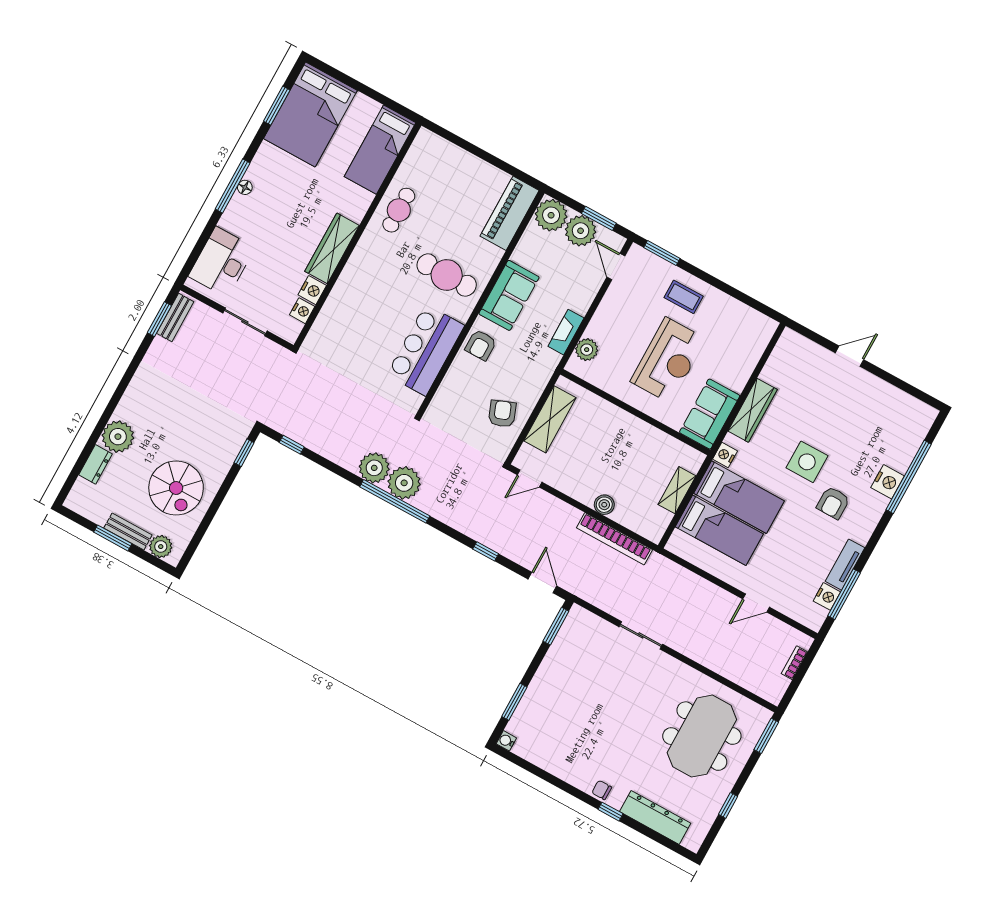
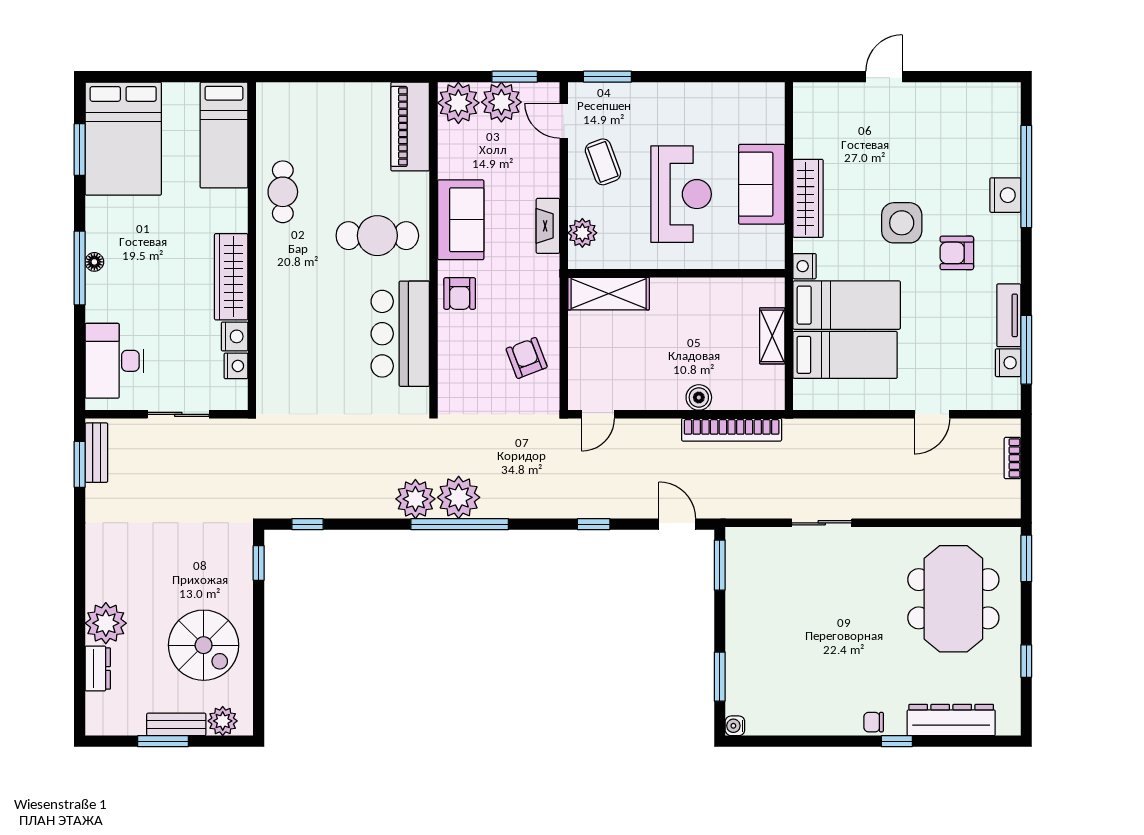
coffee table: (684, 297) -> (603, 162), moved, turned 70
sofa: (710, 414) -> (762, 184), moved
shelving: (550, 419) -> (609, 294), moved, turned 90
armchair: (833, 503) -> (957, 253), turned 90

